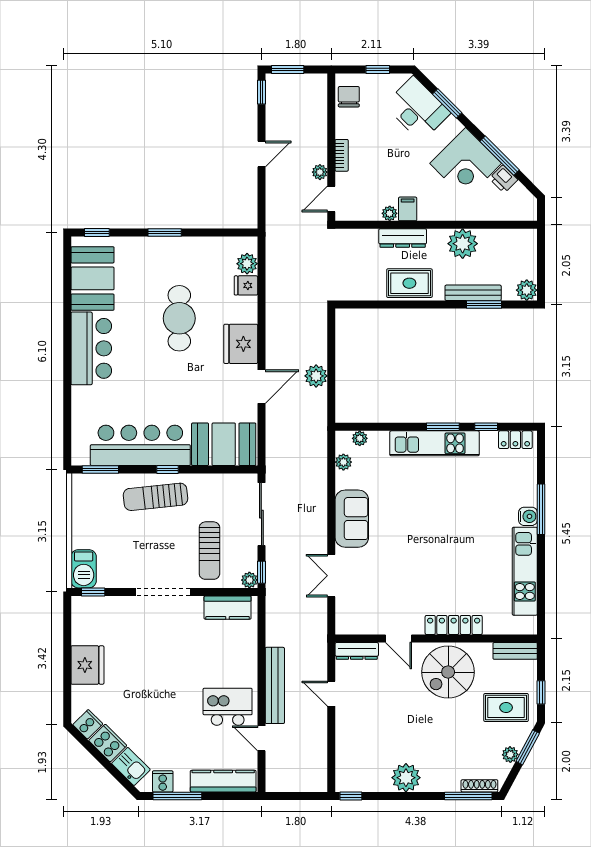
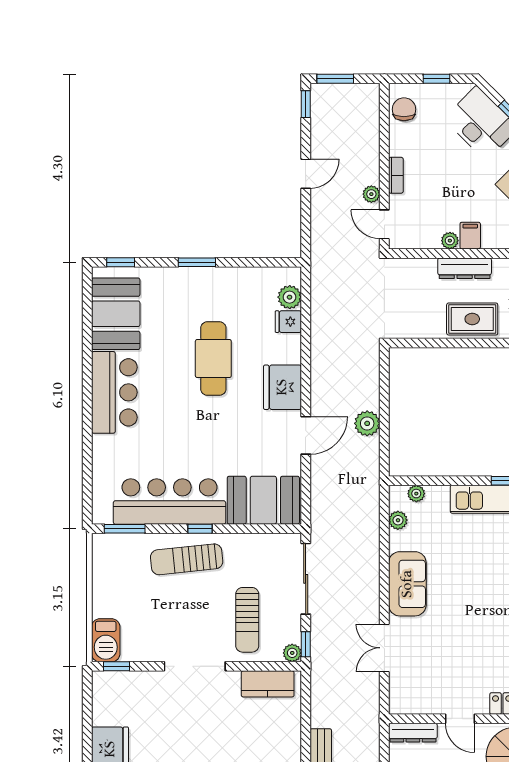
door: (331, 199) -> (384, 224), hinge flipped

